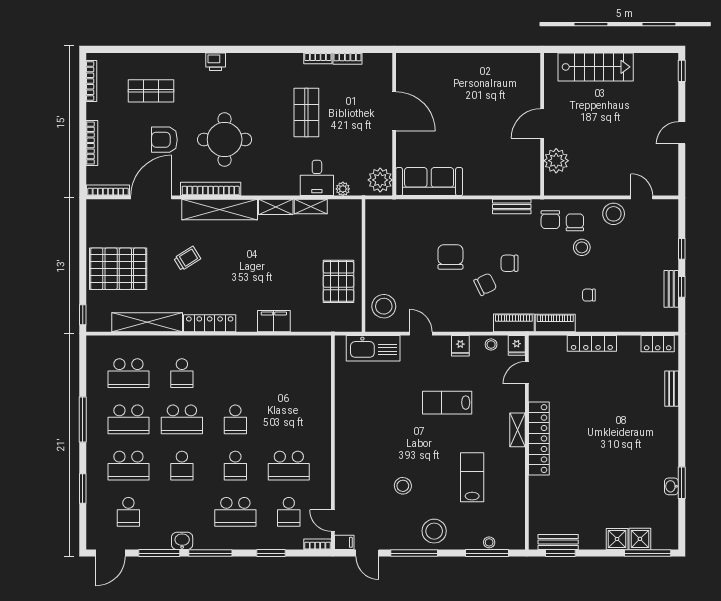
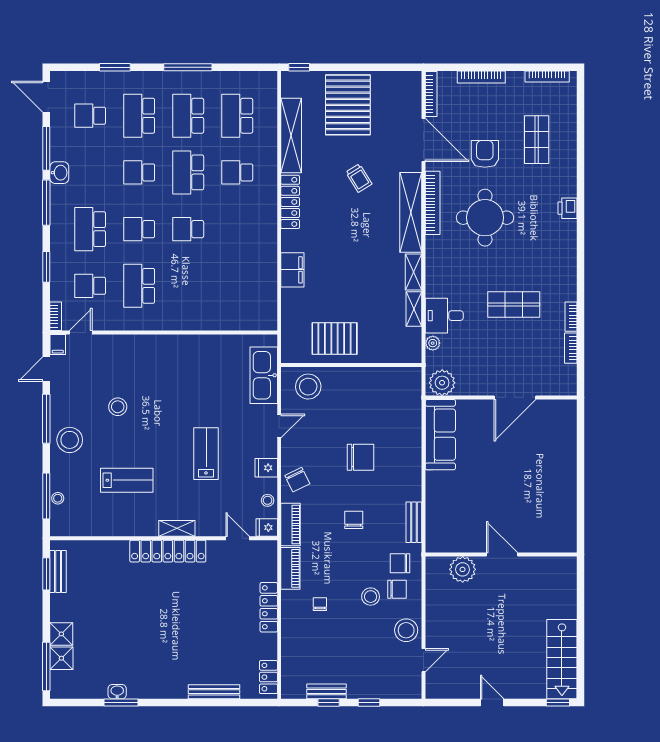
stairs: (596, 67) -> (562, 659), moved
chair: (485, 284) -> (297, 480), moved
bench: (672, 389) -> (214, 692), width x1.36

